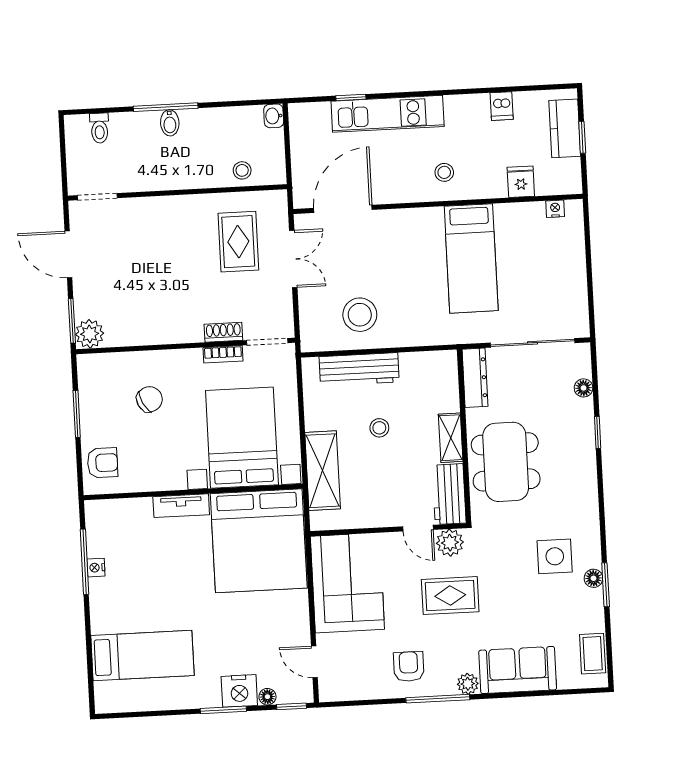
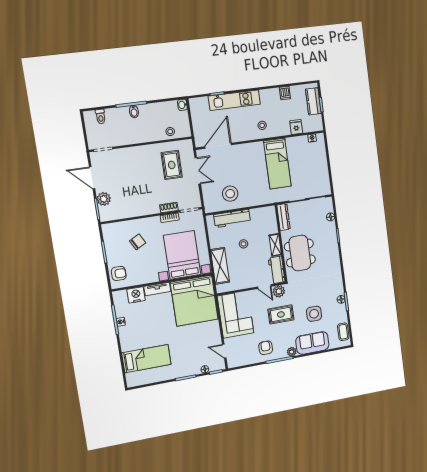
plant: (90, 334) -> (104, 199), moved
side table: (555, 556) -> (314, 314), moved
nightstand: (239, 691) -> (136, 295), moved, turned 180

